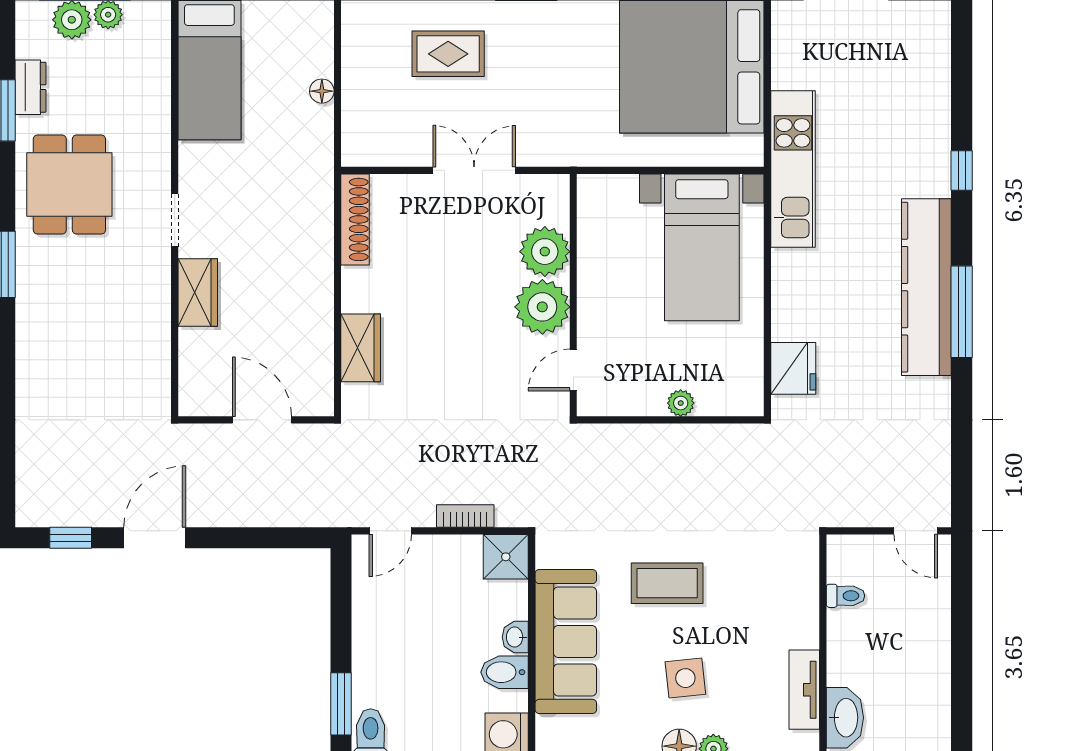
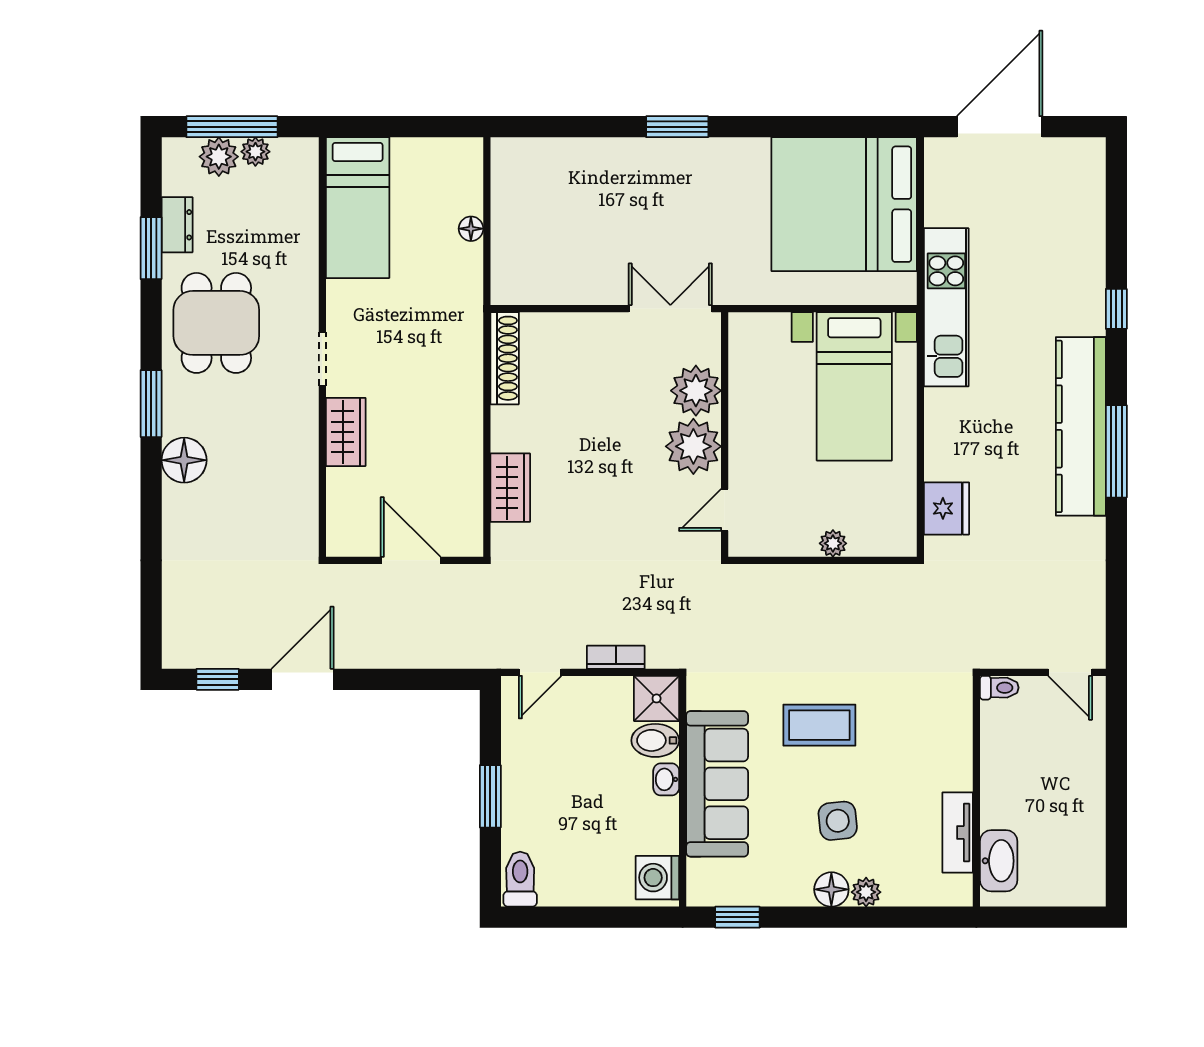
rug: (448, 54) -> (598, 191), removed
double door: (474, 170) -> (670, 309), moved
floor lamp: (37, 321) -> (184, 460), added
toilet: (846, 596) -> (999, 688), moved
bidet: (504, 672) -> (655, 740), moved
window: (341, 704) -> (490, 796), moved

